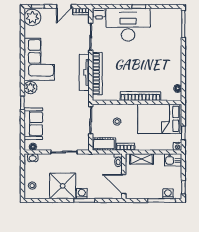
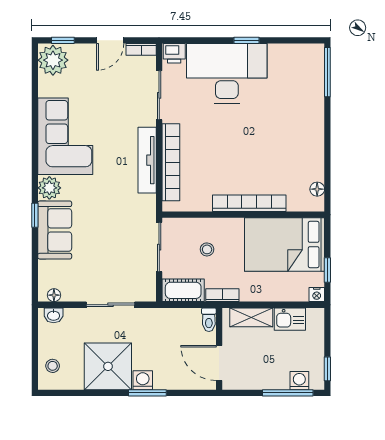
sofa: (33, 124) -> (55, 230), moved
kitchen sink: (173, 160) -> (290, 319), moved

